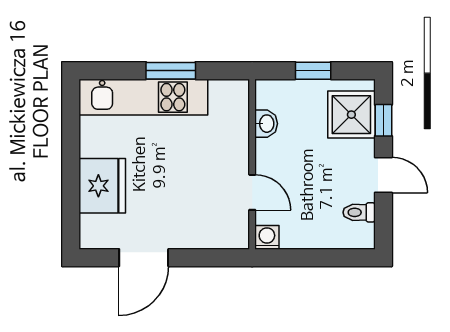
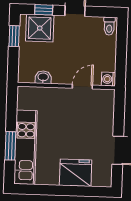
window: (171, 71) -> (10, 146), moved
window: (313, 71) -> (14, 36), moved
toilet: (359, 212) -> (109, 26), moved

